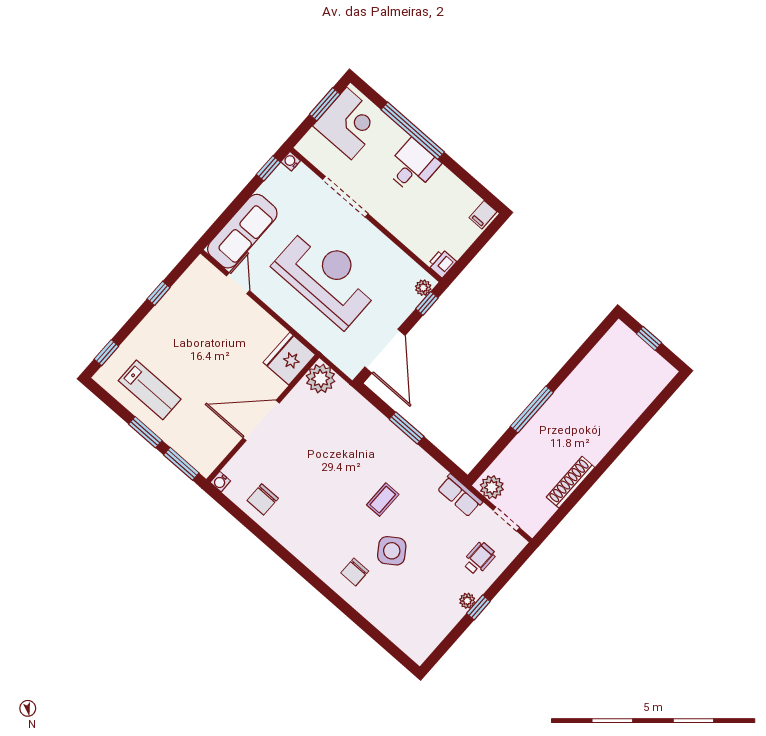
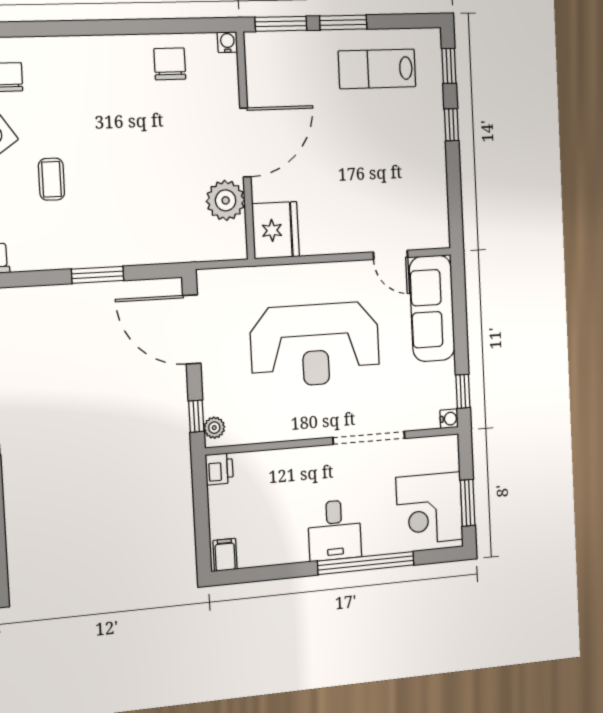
window: (159, 293) -> (451, 125), moved
plant: (321, 379) -> (226, 200), moved

